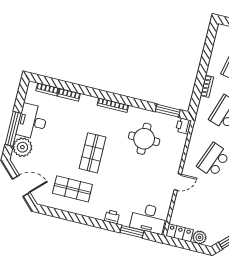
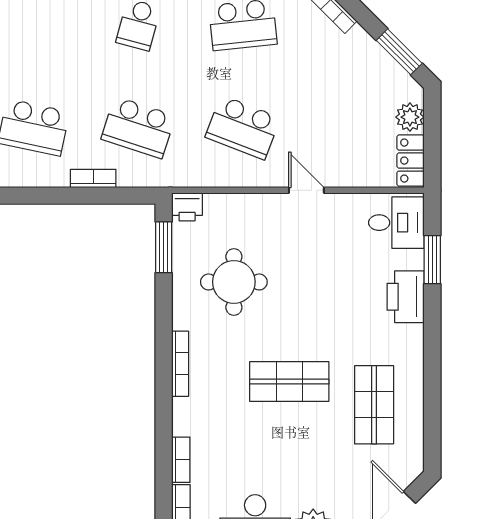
printer: (112, 217) -> (406, 297), width x1.87, depth x1.48
desk: (149, 218) -> (396, 223), width x0.73

